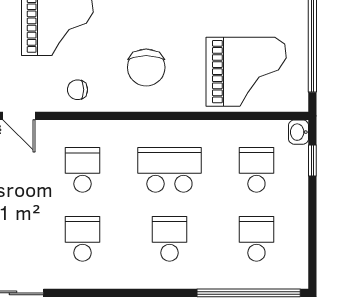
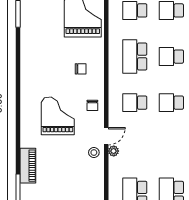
chair: (146, 67) -> (81, 69), width x0.54, depth x0.54

